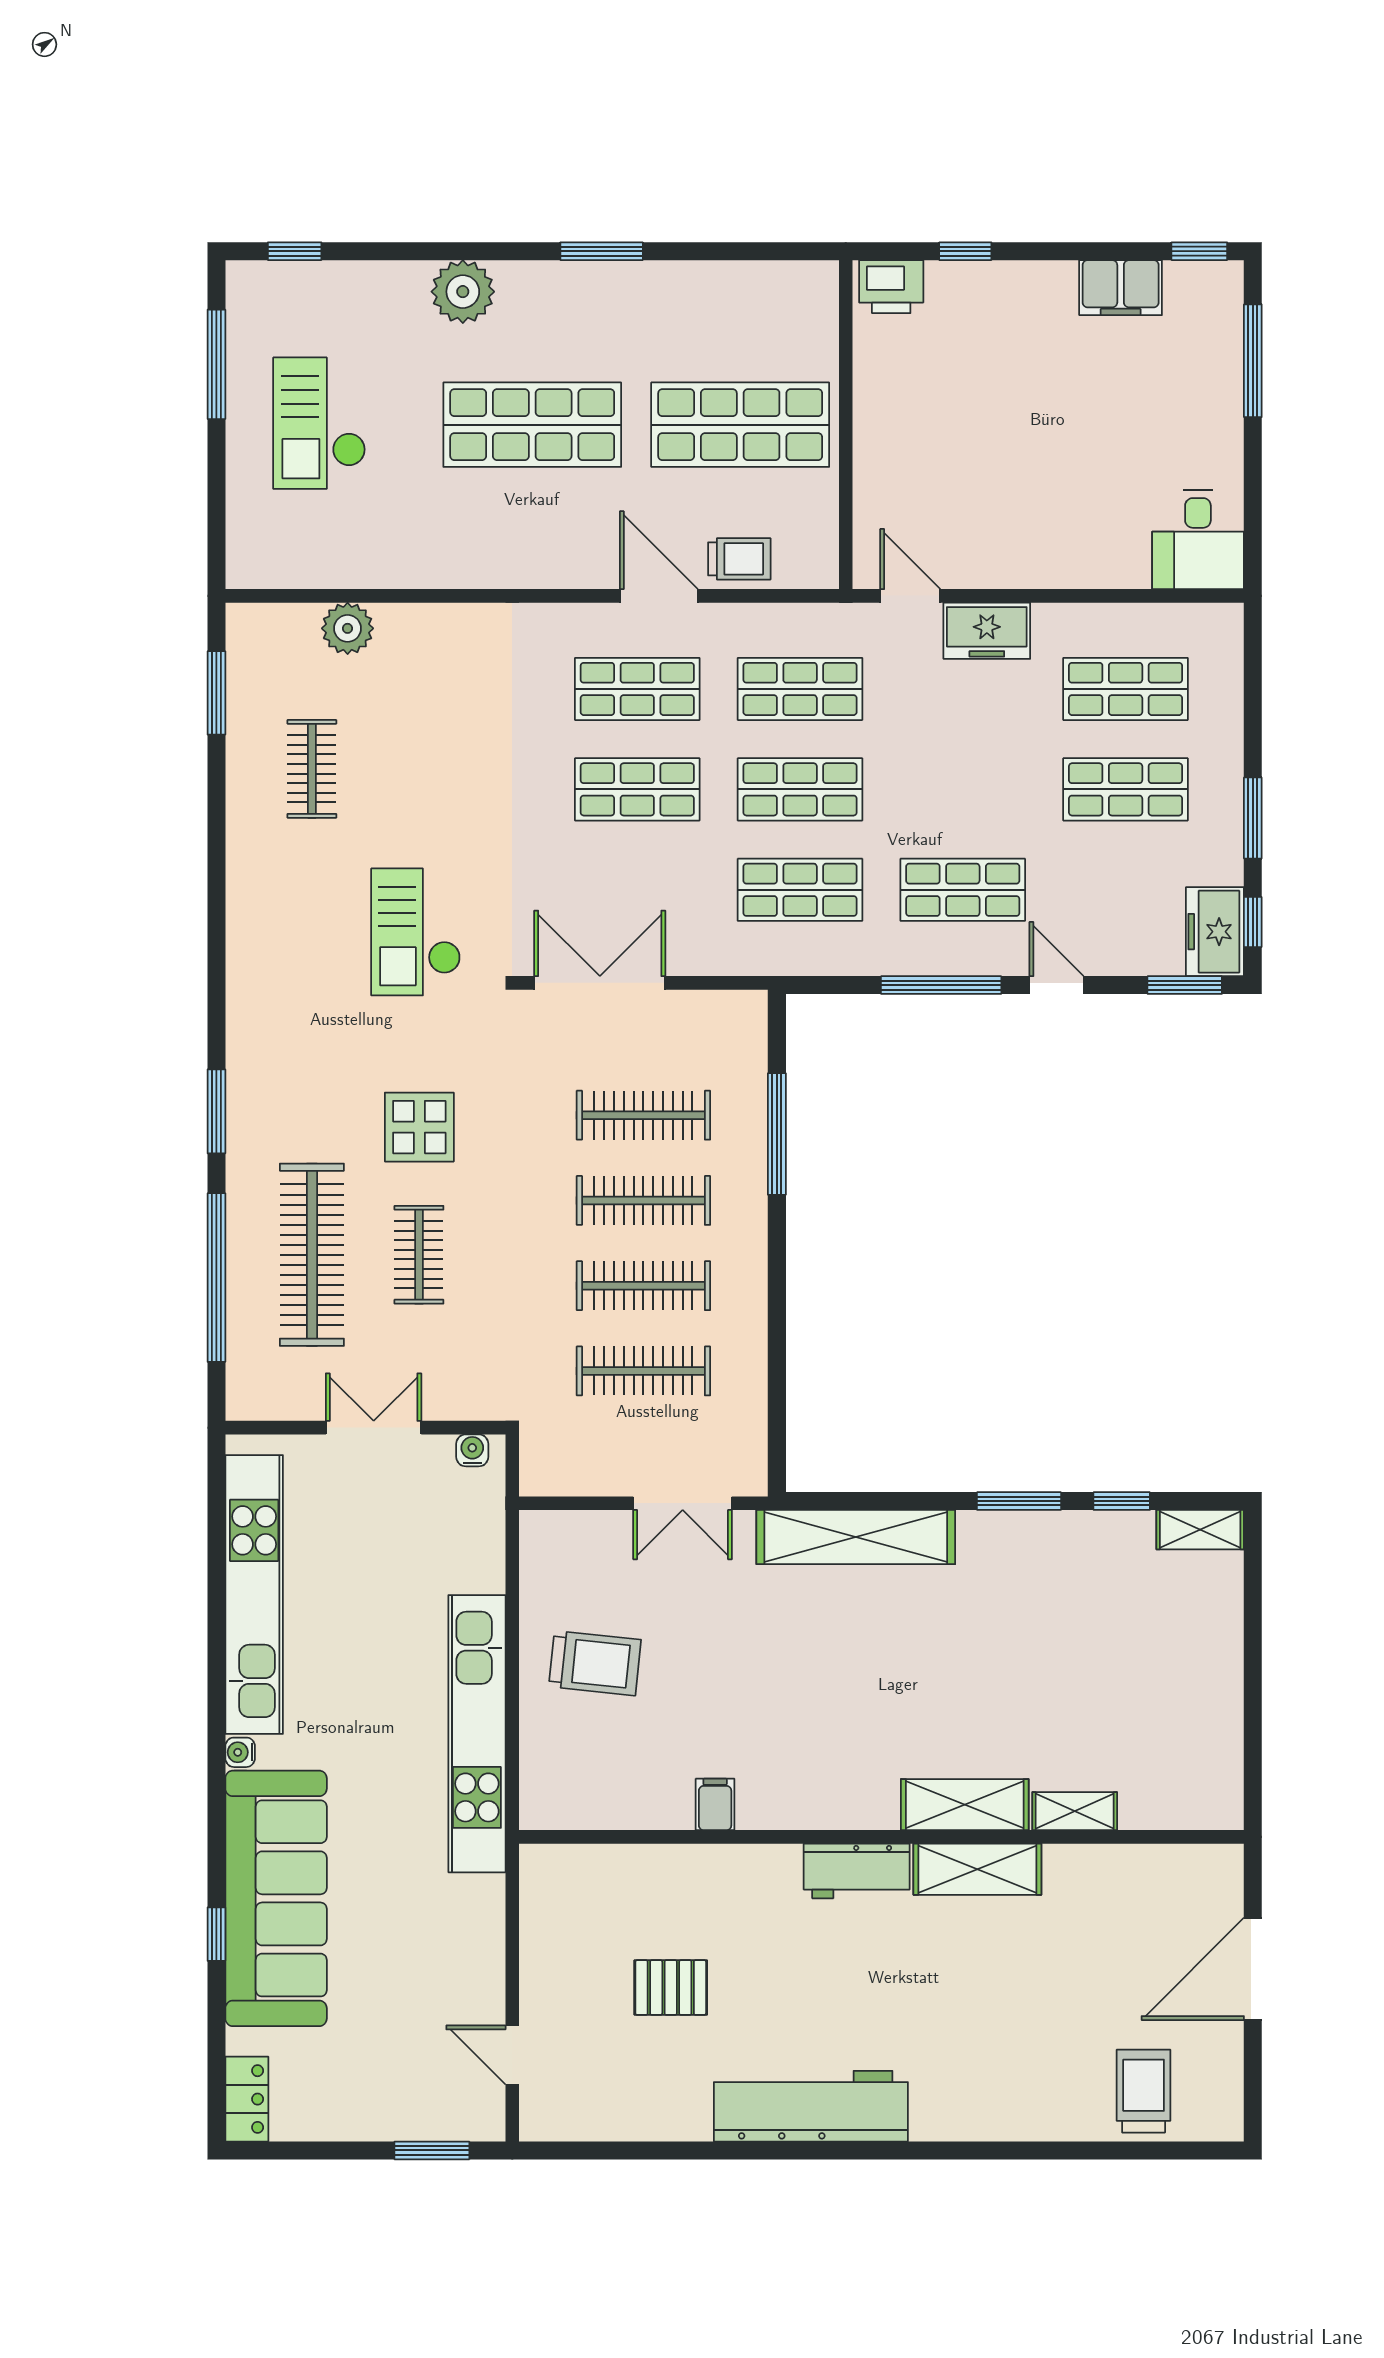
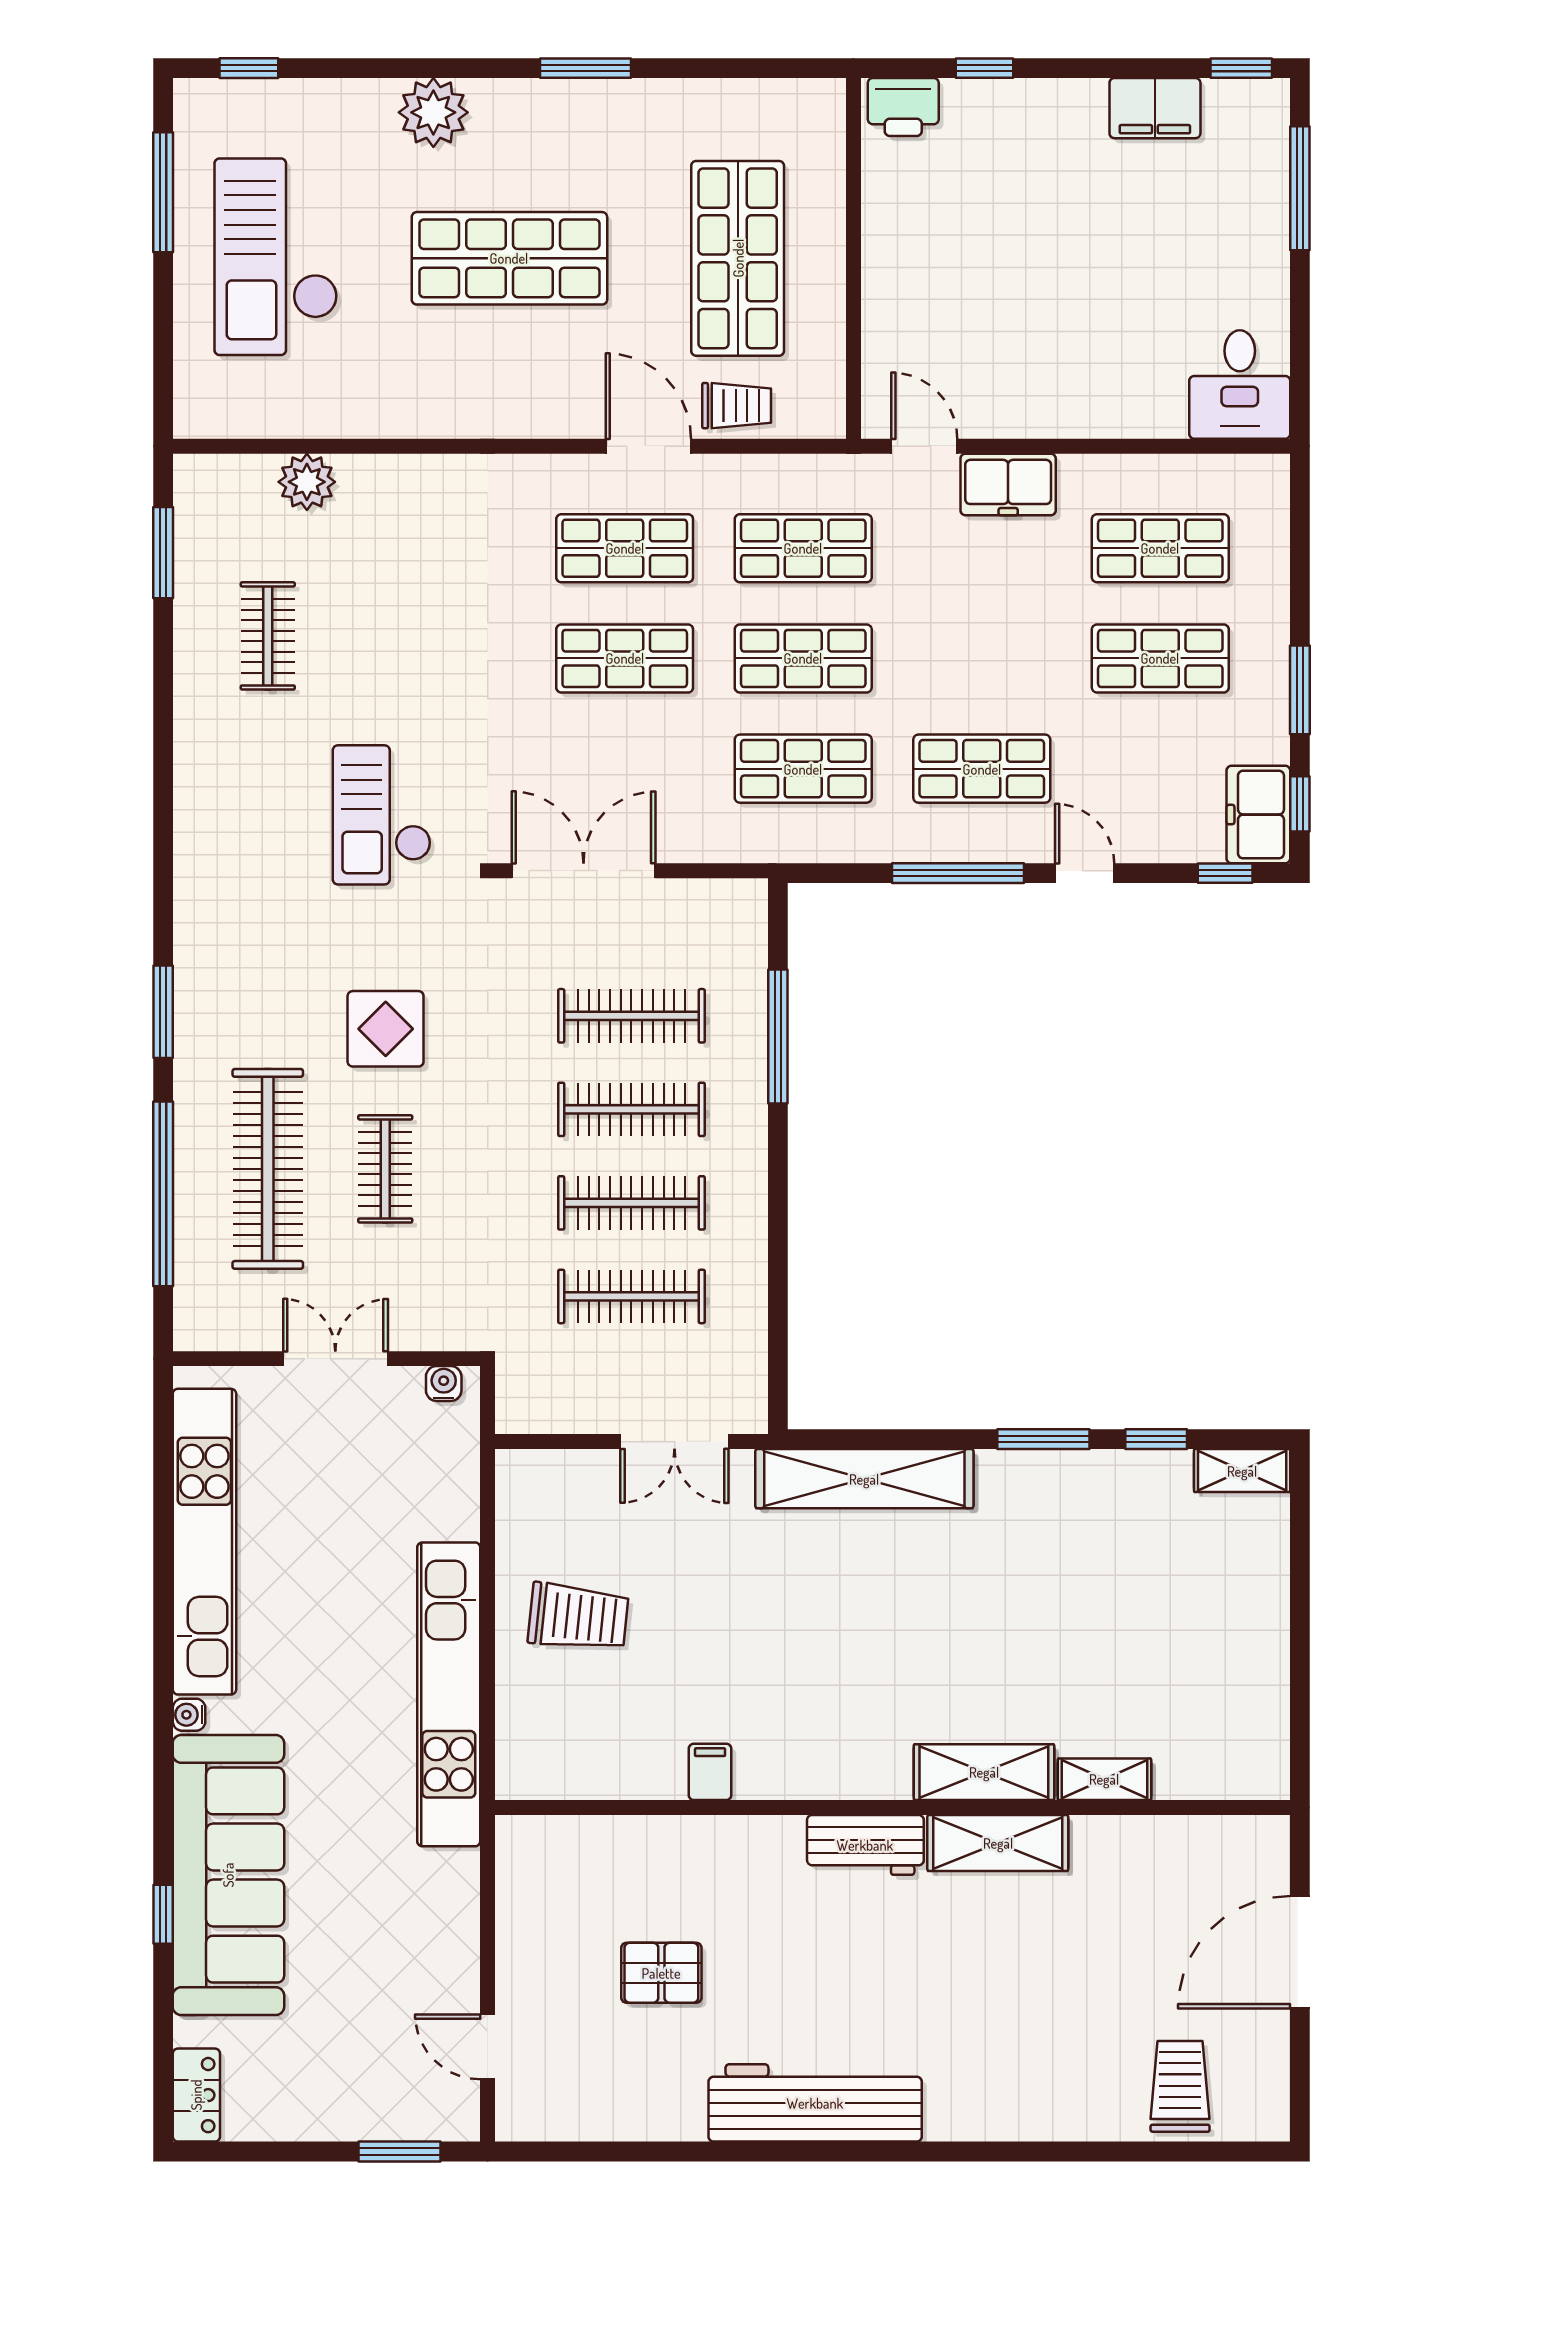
checkout: (319, 423) -> (276, 257), width x1.36, depth x1.21
shop shelf: (740, 425) -> (738, 258), turned 90
window: (1185, 985) -> (1225, 873), width x0.67

